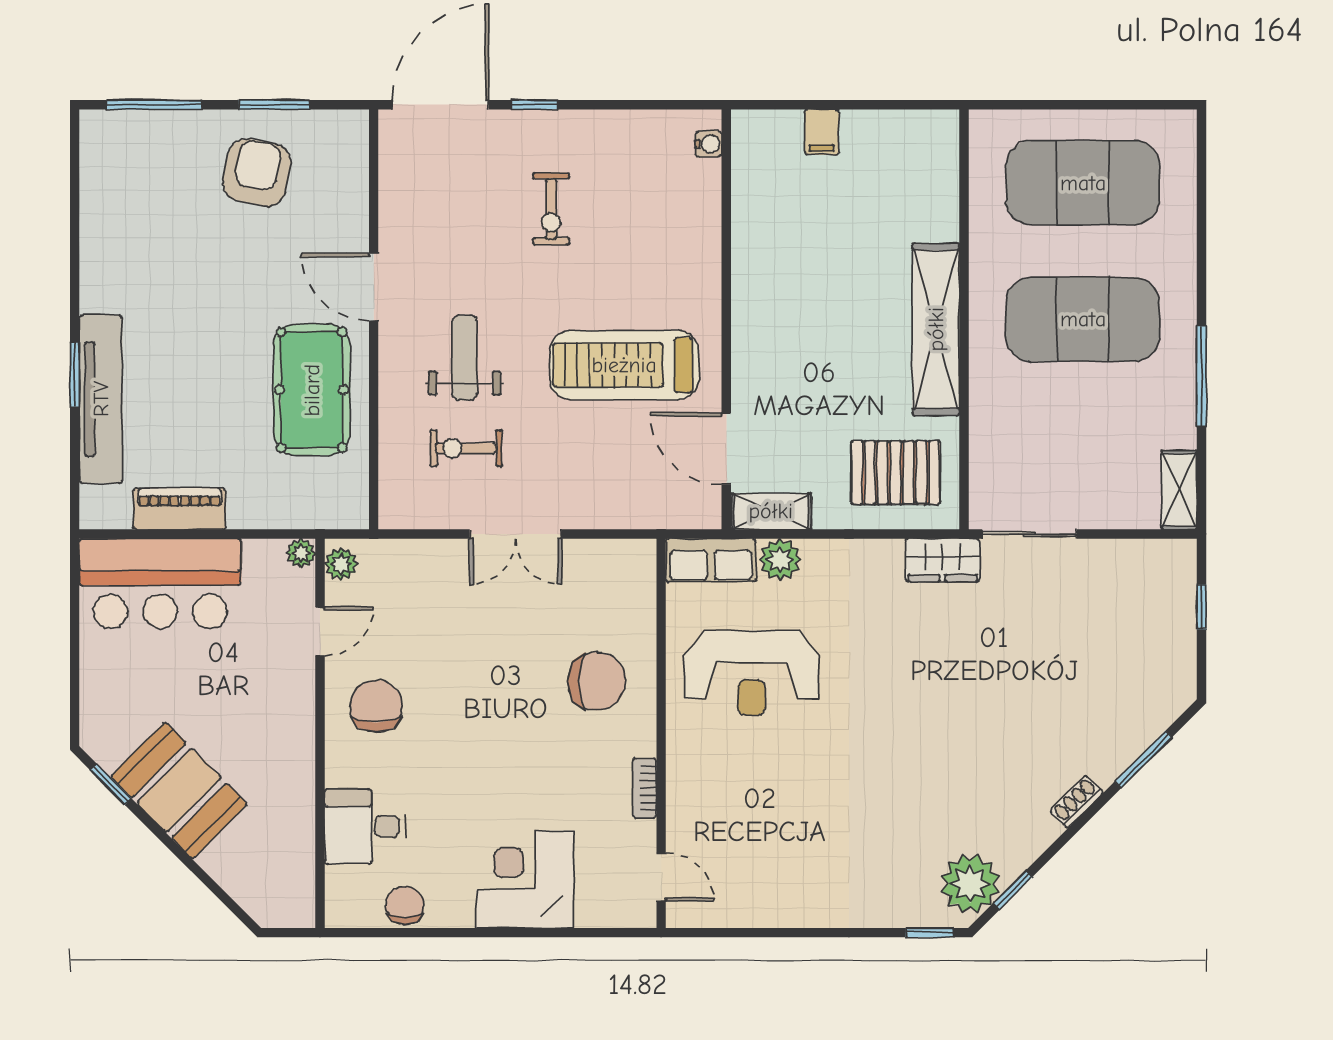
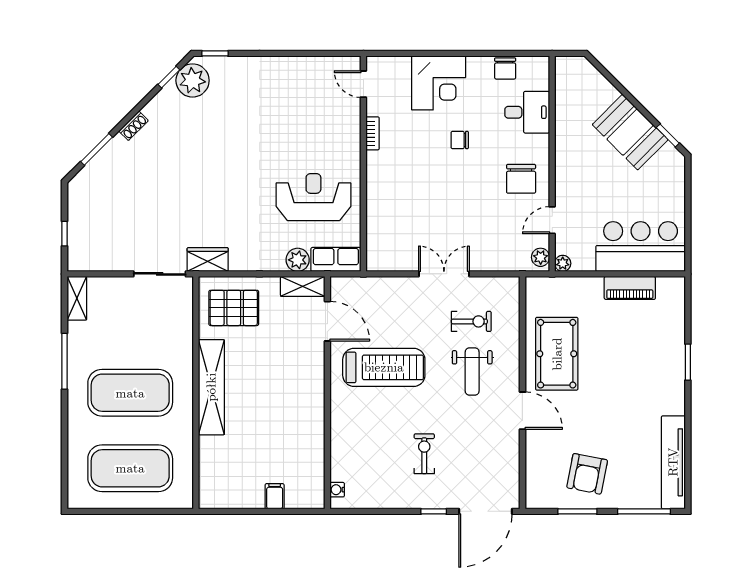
tv unit: (101, 399) -> (673, 462), moved
chair: (597, 681) -> (460, 140), moved, width x0.54, depth x0.54

